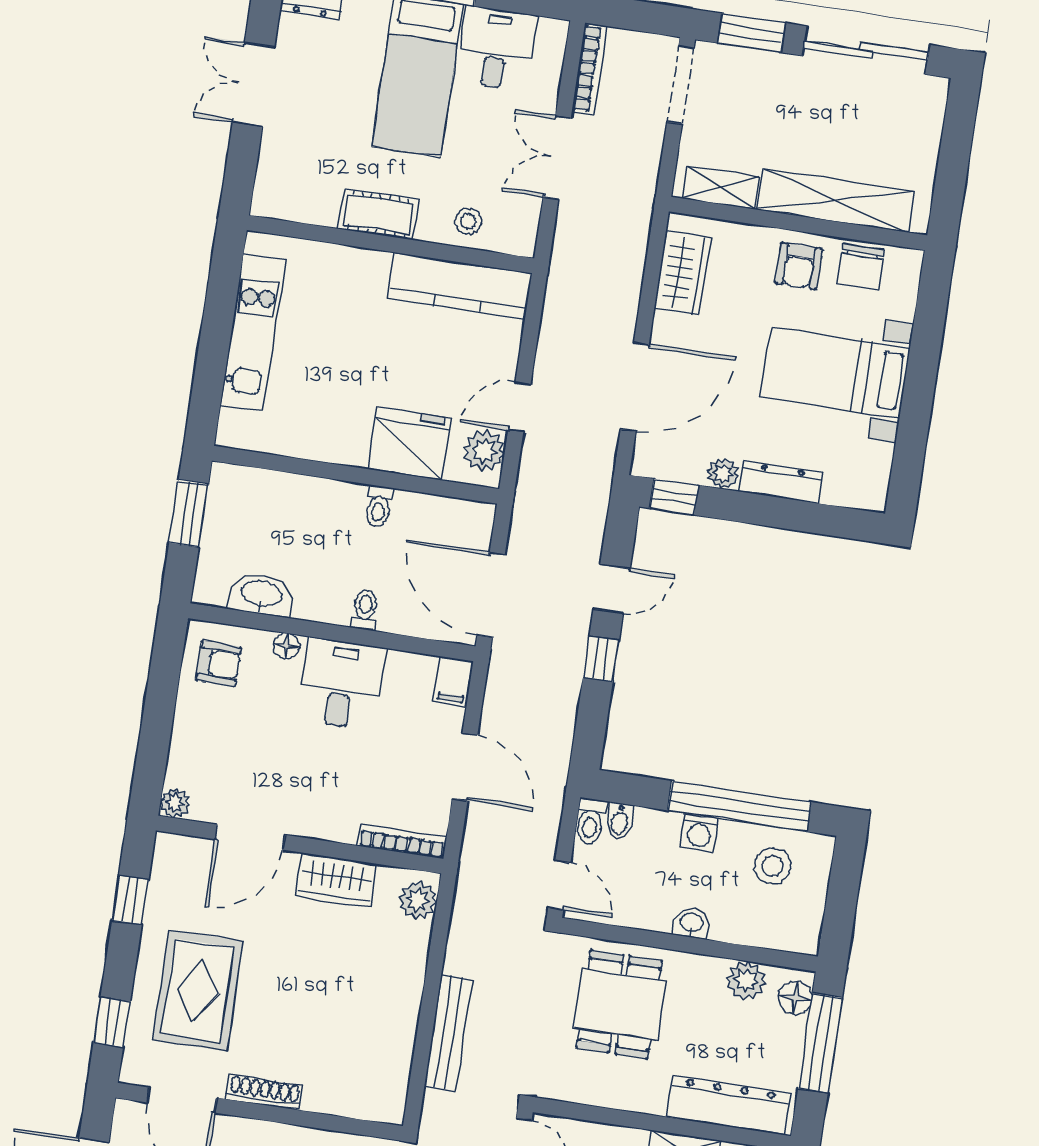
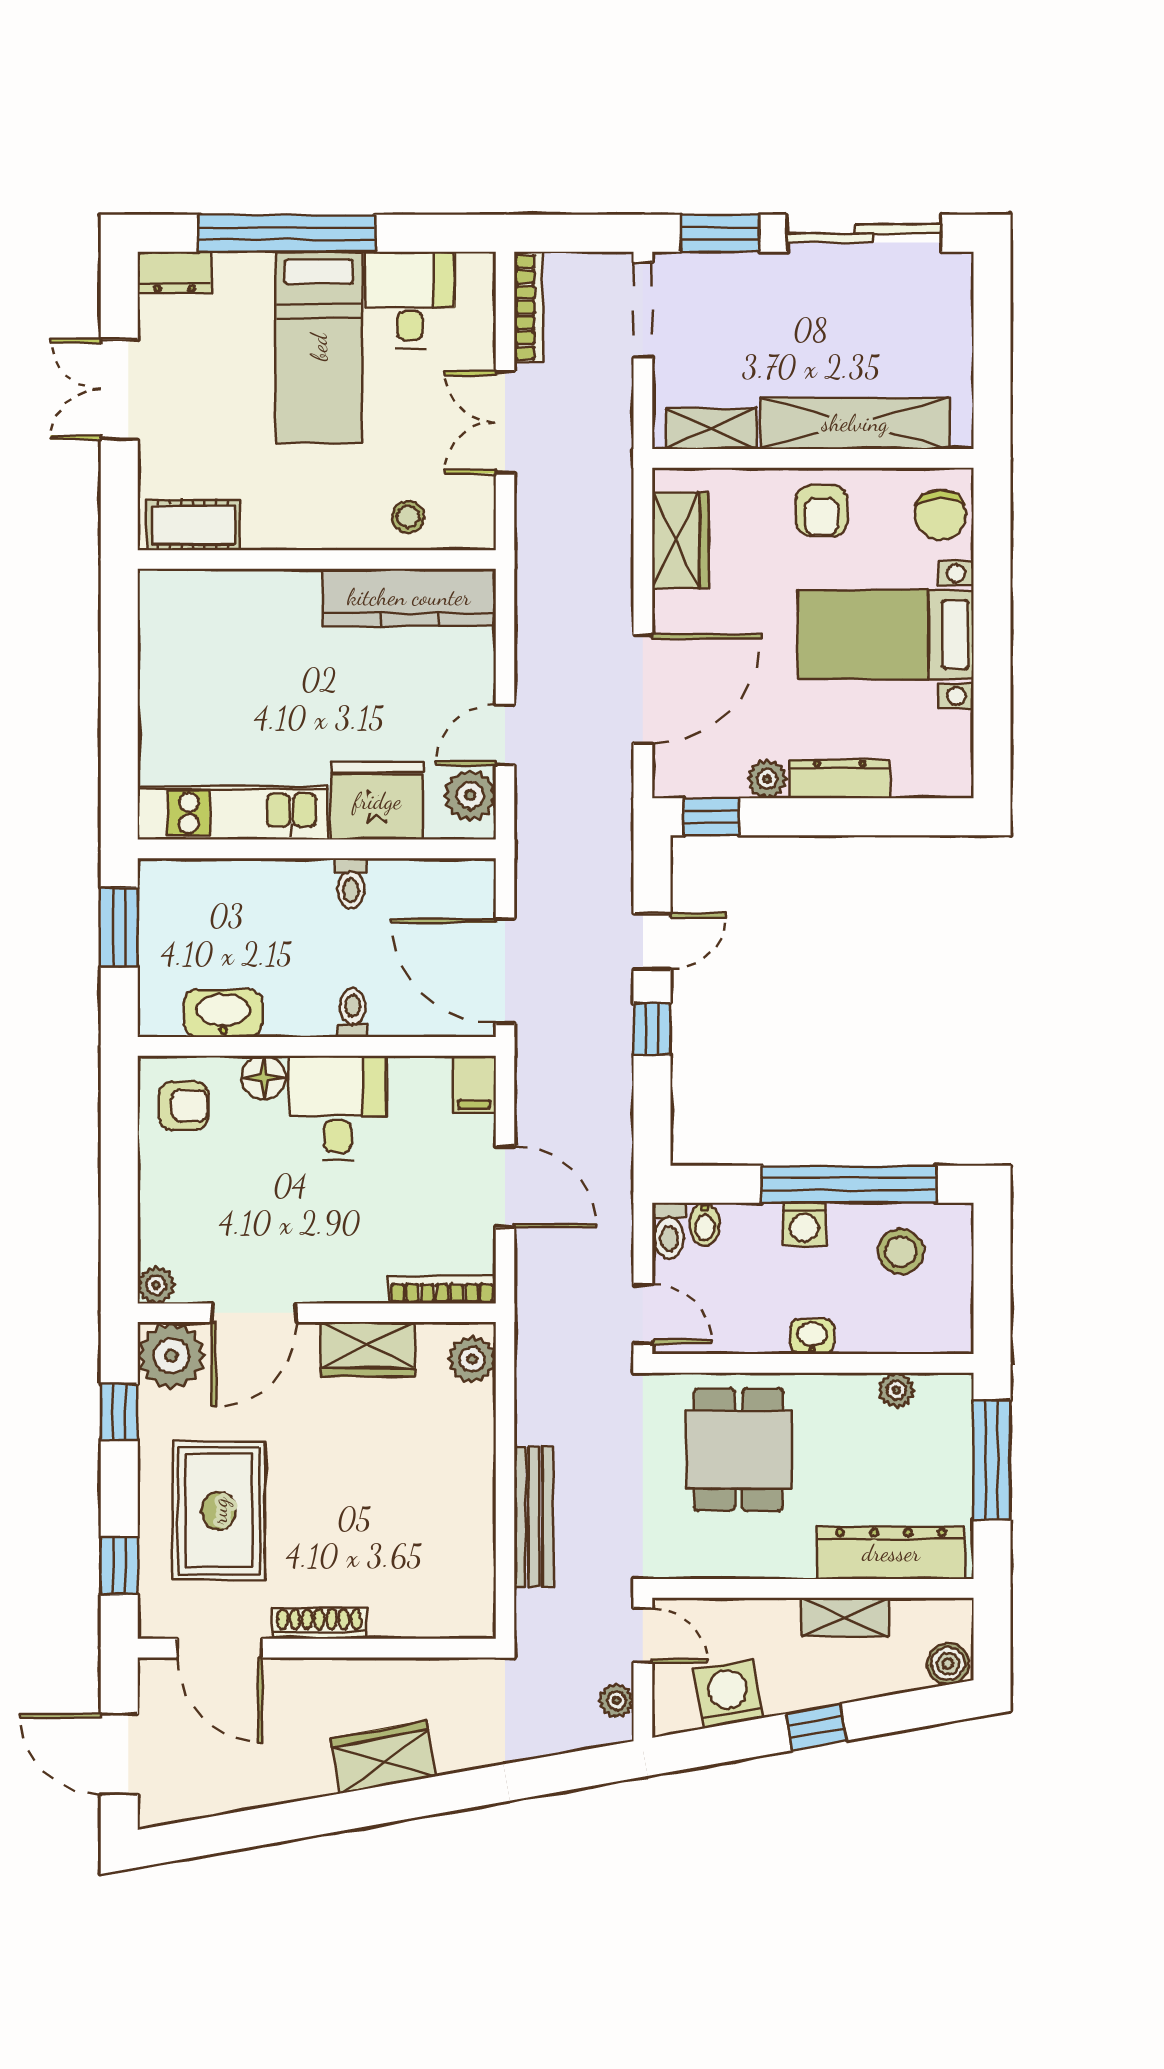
cot: (379, 214) -> (193, 525), moved
chair: (860, 266) -> (940, 515), moved
kitchen unit: (253, 333) -> (232, 813), moved, turned -90
floor lamp: (286, 646) -> (264, 1078), width x1.37, depth x1.37
plant: (179, 861) -> (171, 1356), added
plant: (746, 981) -> (896, 1390), width x0.73, depth x0.73
floor lamp: (795, 998) -> (953, 1409), removed

